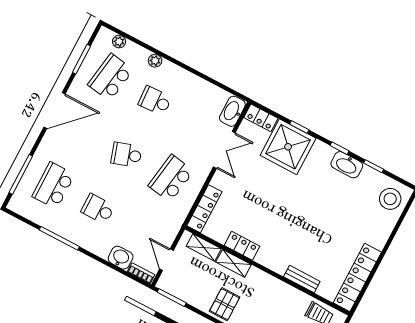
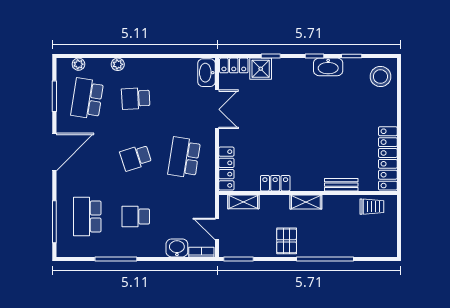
shower: (288, 147) -> (261, 69), width x0.54, depth x0.54
shelving: (234, 263) -> (306, 202), moved

